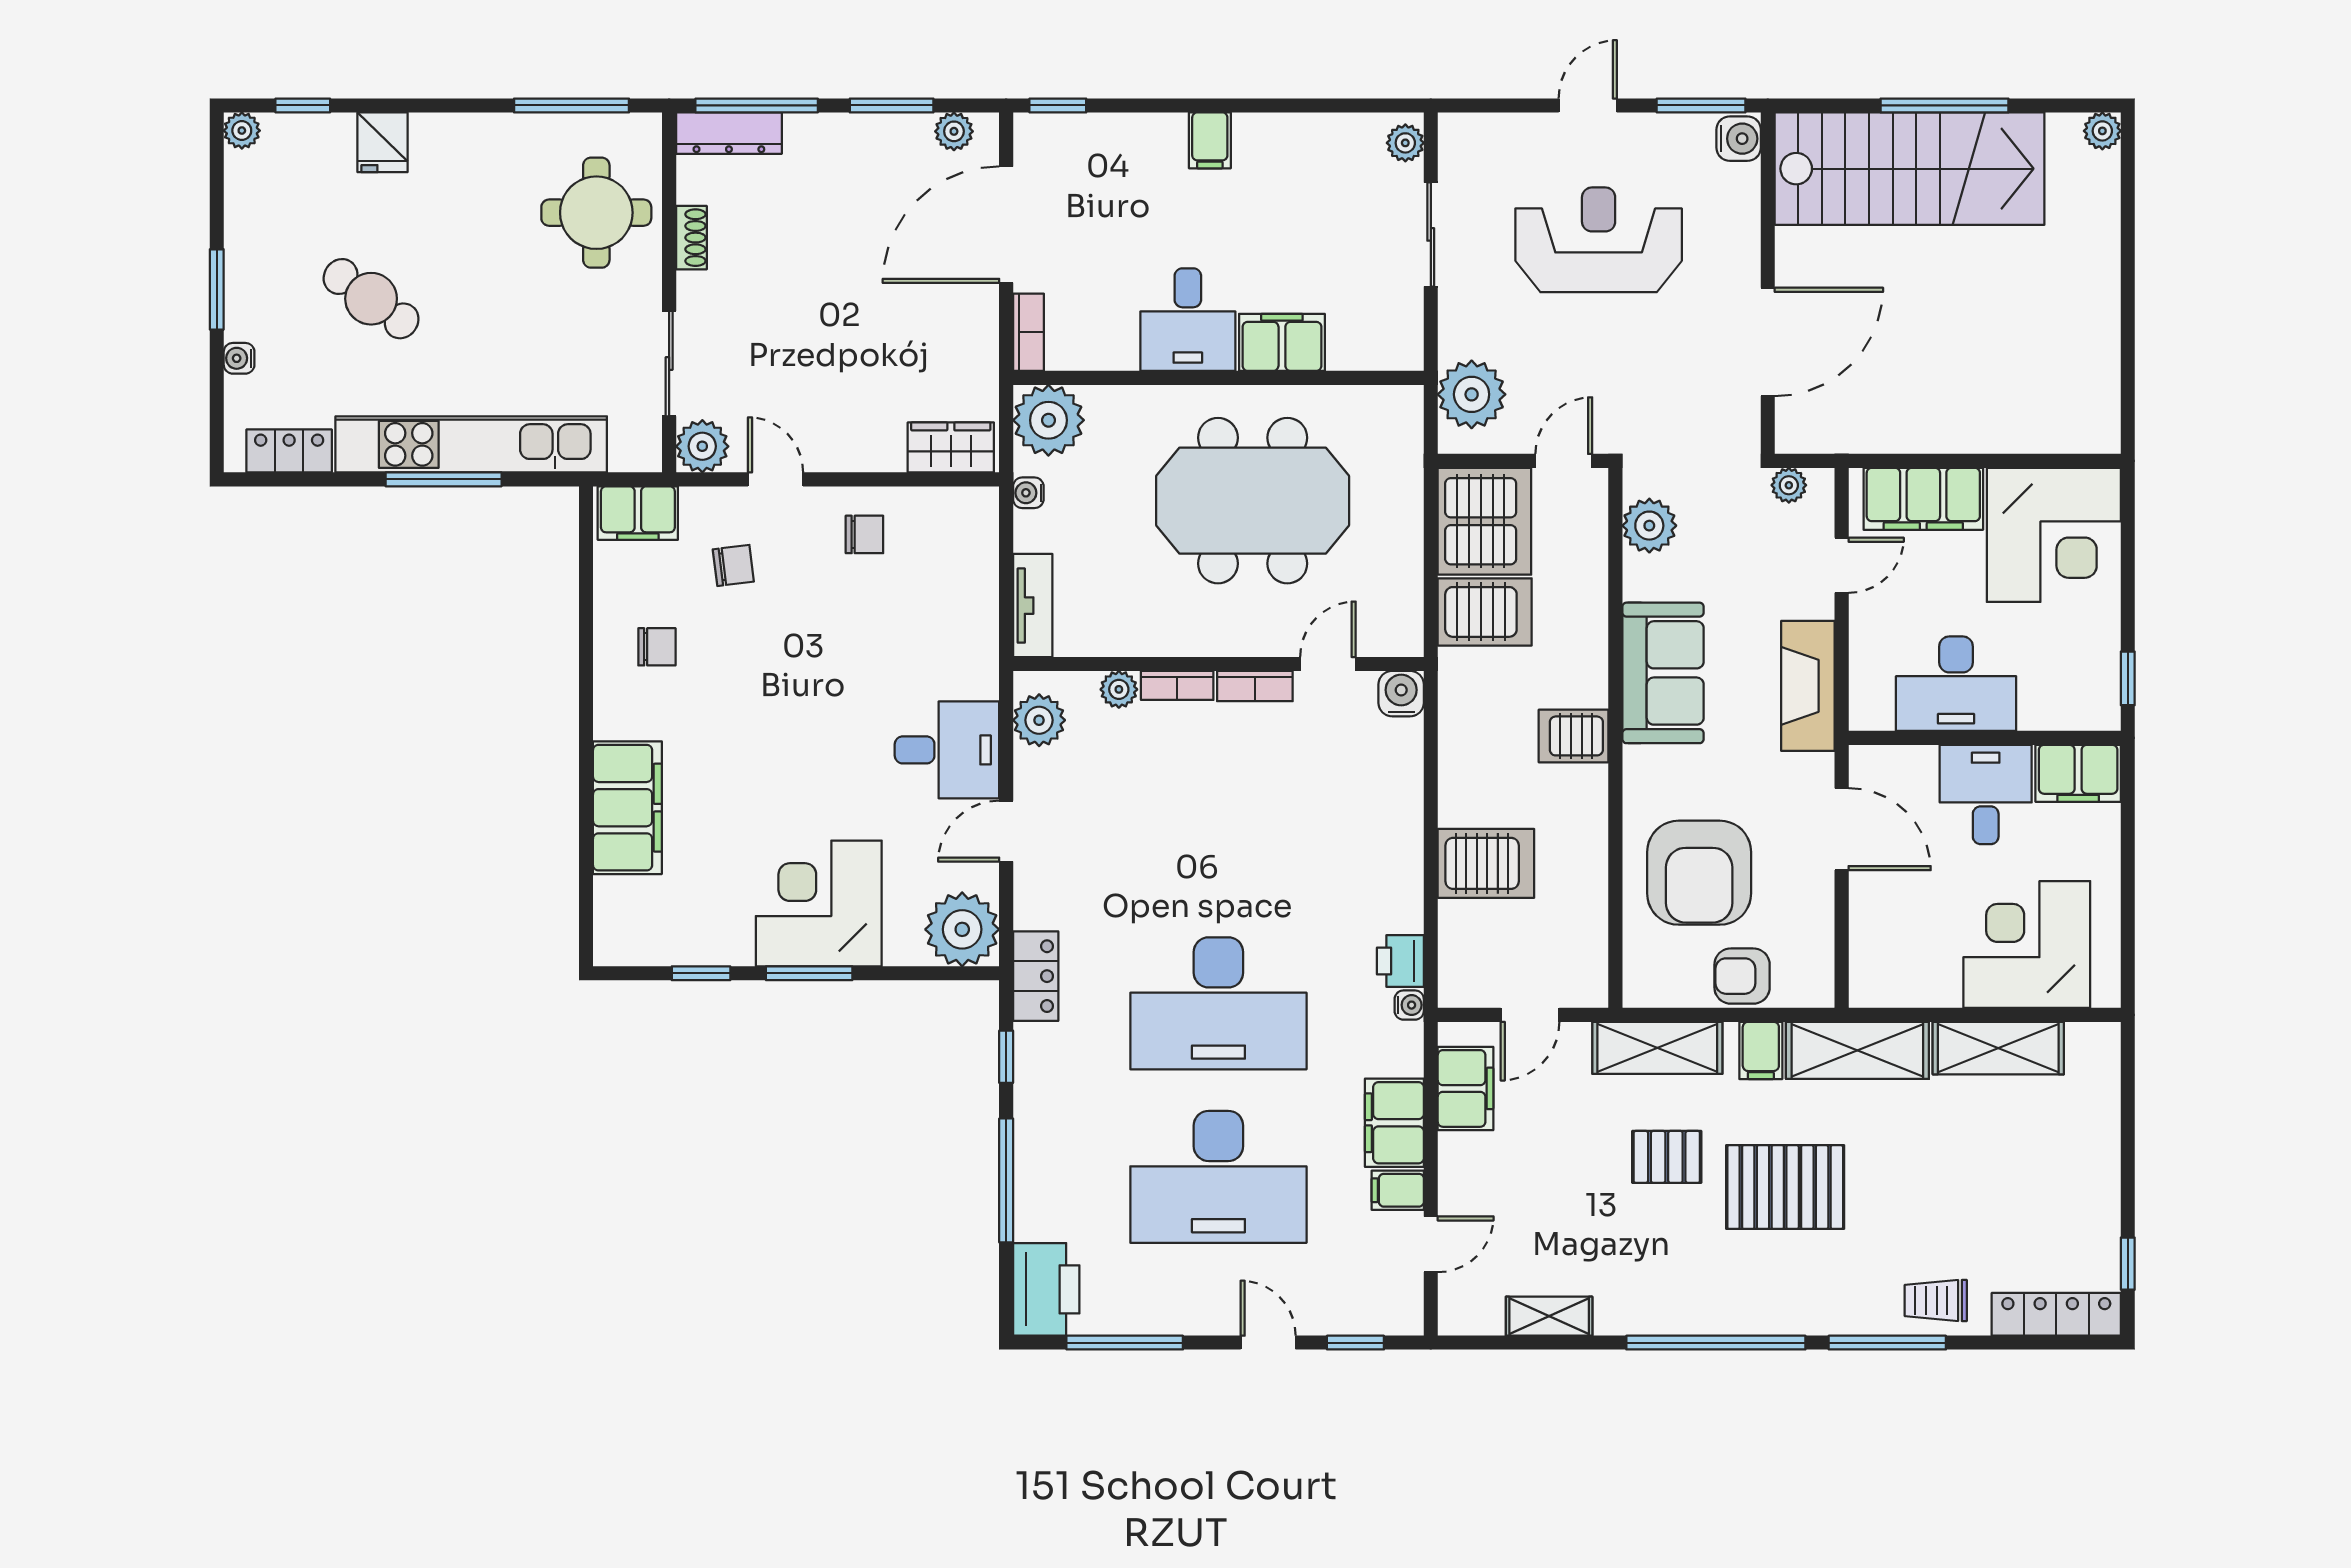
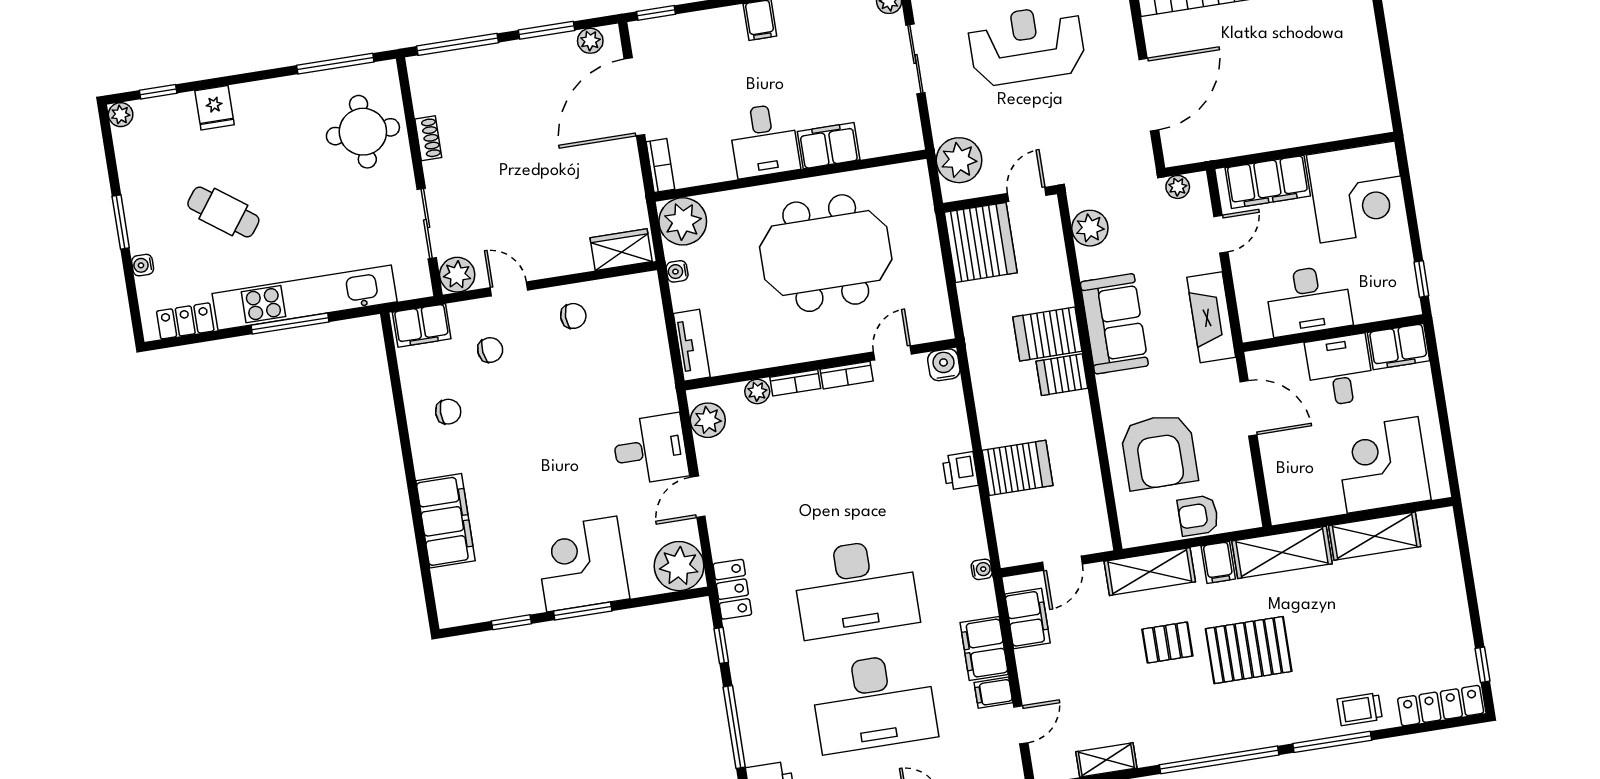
dresser: (729, 133) -> (442, 65), removed
server rack: (1485, 612) -> (1047, 334), moved, turned 180
printer: (1400, 961) -> (960, 471), moved

